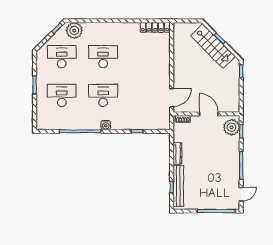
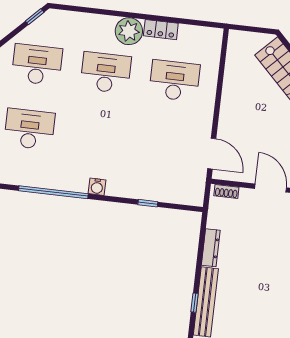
locker: (155, 27) -> (161, 30), moved, width x0.66
plant: (74, 30) -> (129, 31), moved
desk: (103, 95) -> (174, 81), moved
door: (172, 97) -> (212, 154), hinge flipped

